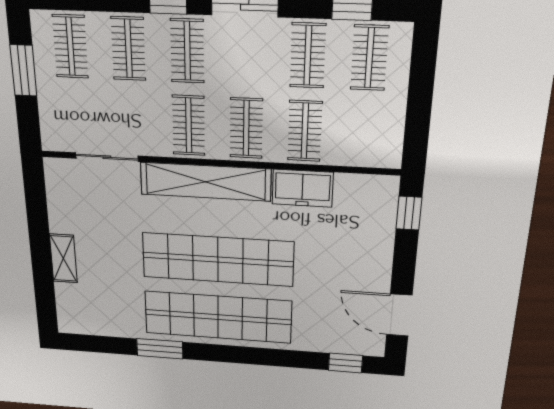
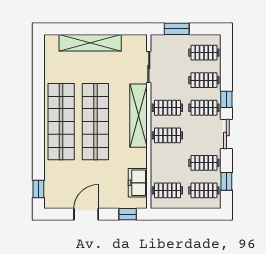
window: (23, 71) -> (177, 29), moved
clothes rail: (305, 131) -> (167, 190), moved
freezer: (303, 188) -> (138, 183), moved
shelving: (63, 258) -> (90, 43), width x2.20, depth x1.33
door: (399, 315) -> (86, 214), moved
window: (160, 349) -> (38, 90), removed

